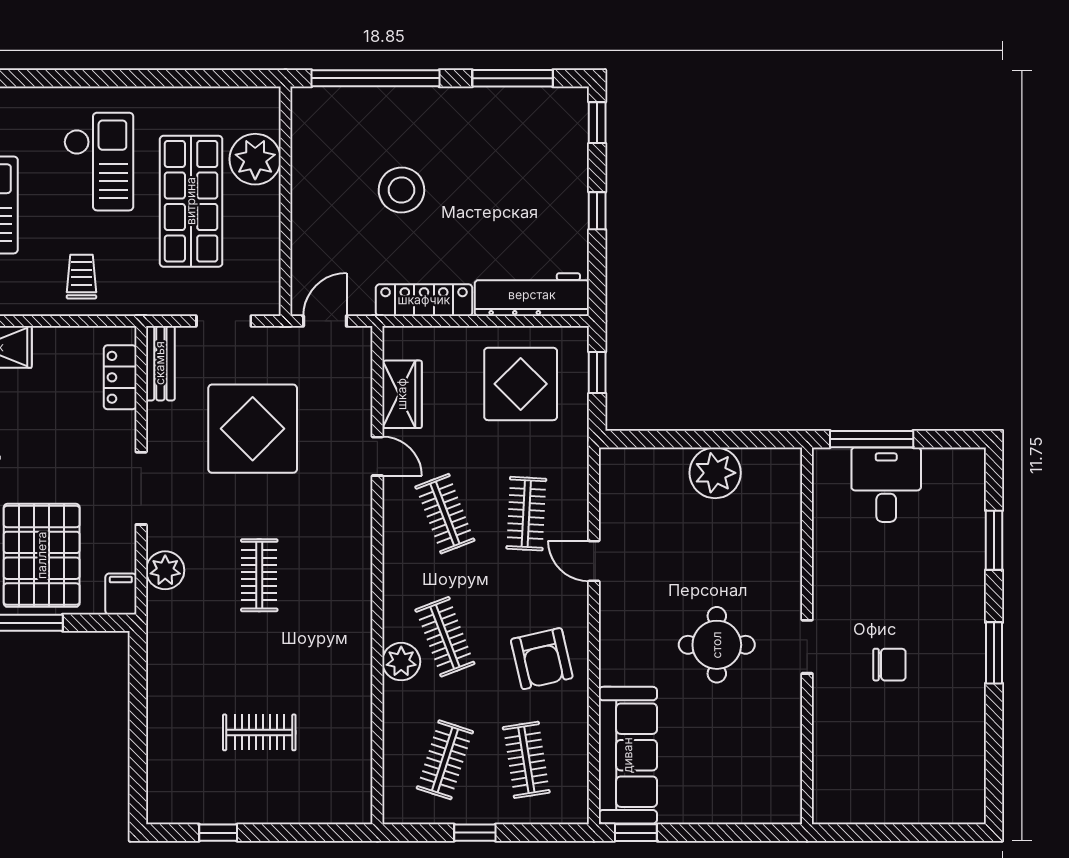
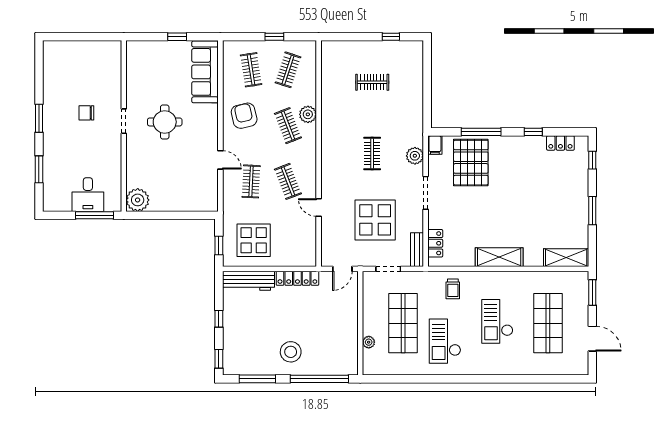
plant: (255, 159) -> (369, 342), width x0.53, depth x0.53
stool: (401, 190) -> (291, 352), moved
wardrobe: (402, 394) -> (307, 236), removed
plant: (715, 473) -> (138, 200), moved
window: (636, 833) -> (177, 37), moved

